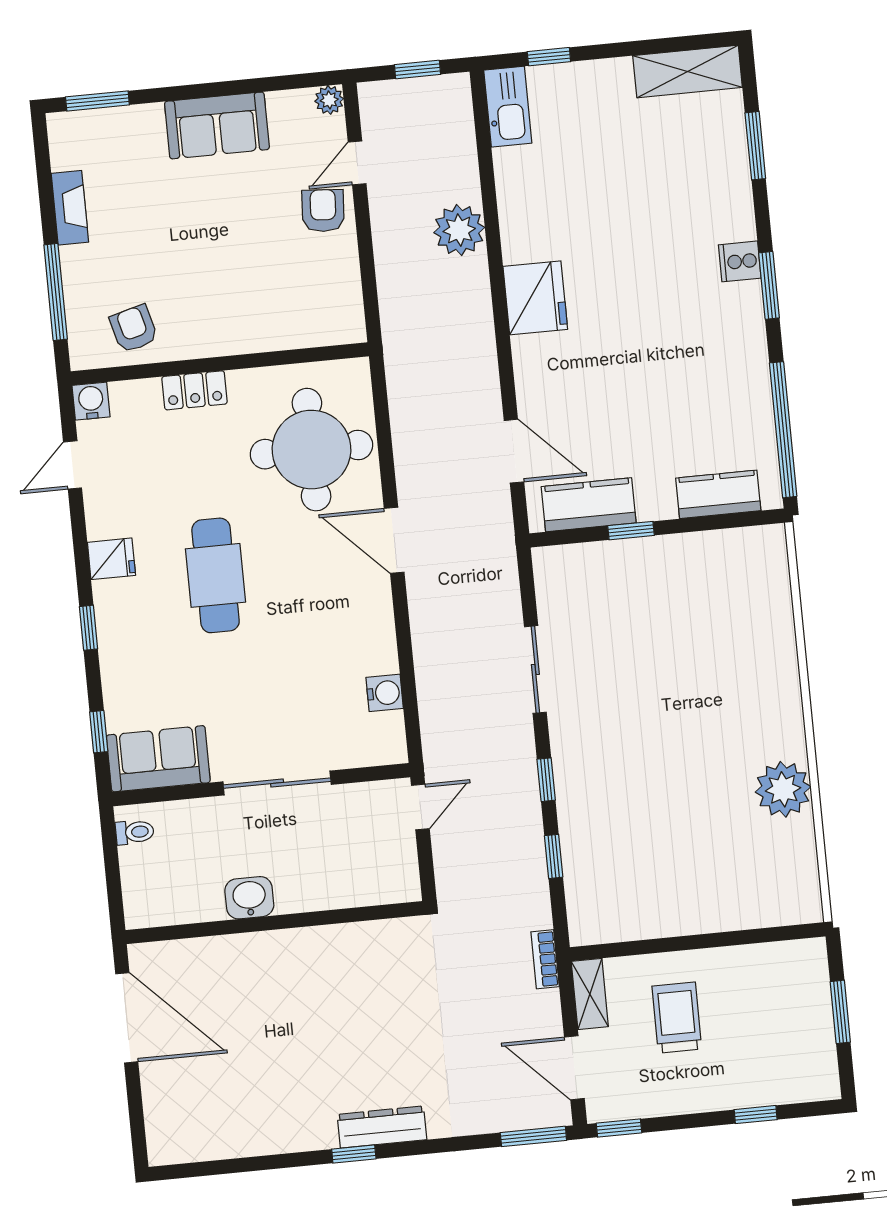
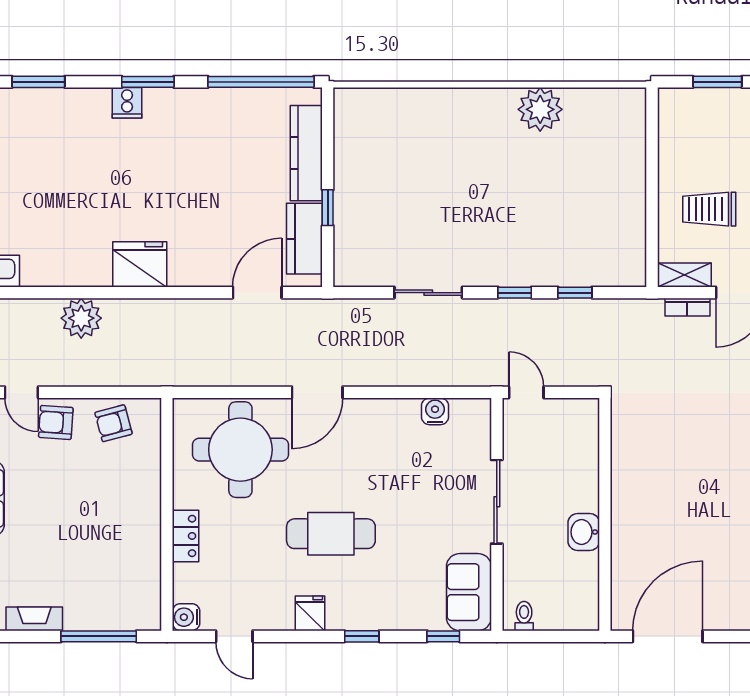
armchair: (134, 329) -> (114, 423), moved
kitchen counter: (718, 494) -> (306, 153), width x1.50
bookcase: (545, 959) -> (687, 307), moved

